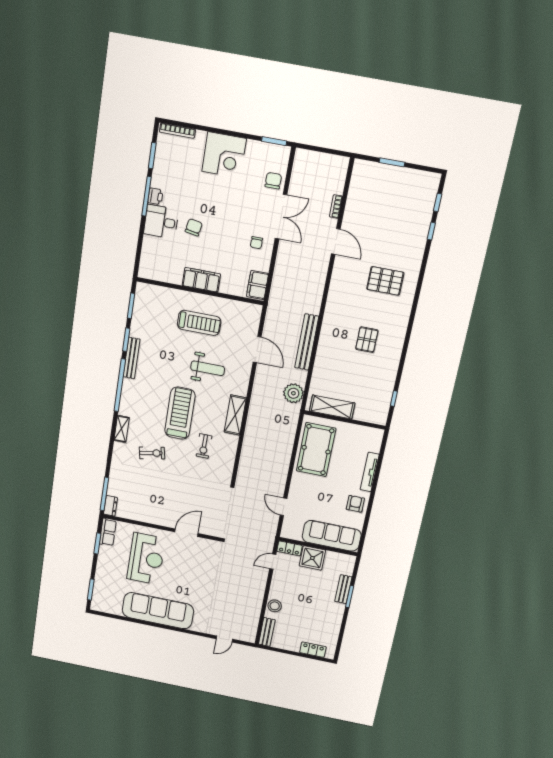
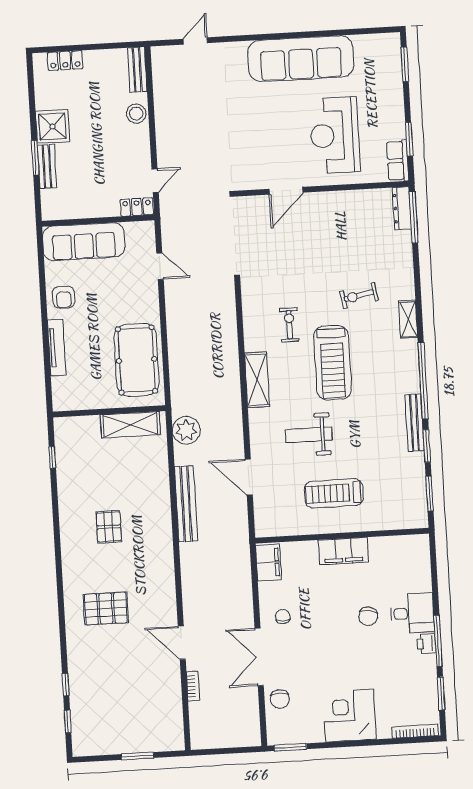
dresser: (110, 506) -> (402, 208), width x1.44
shower: (312, 558) -> (52, 126), moved

